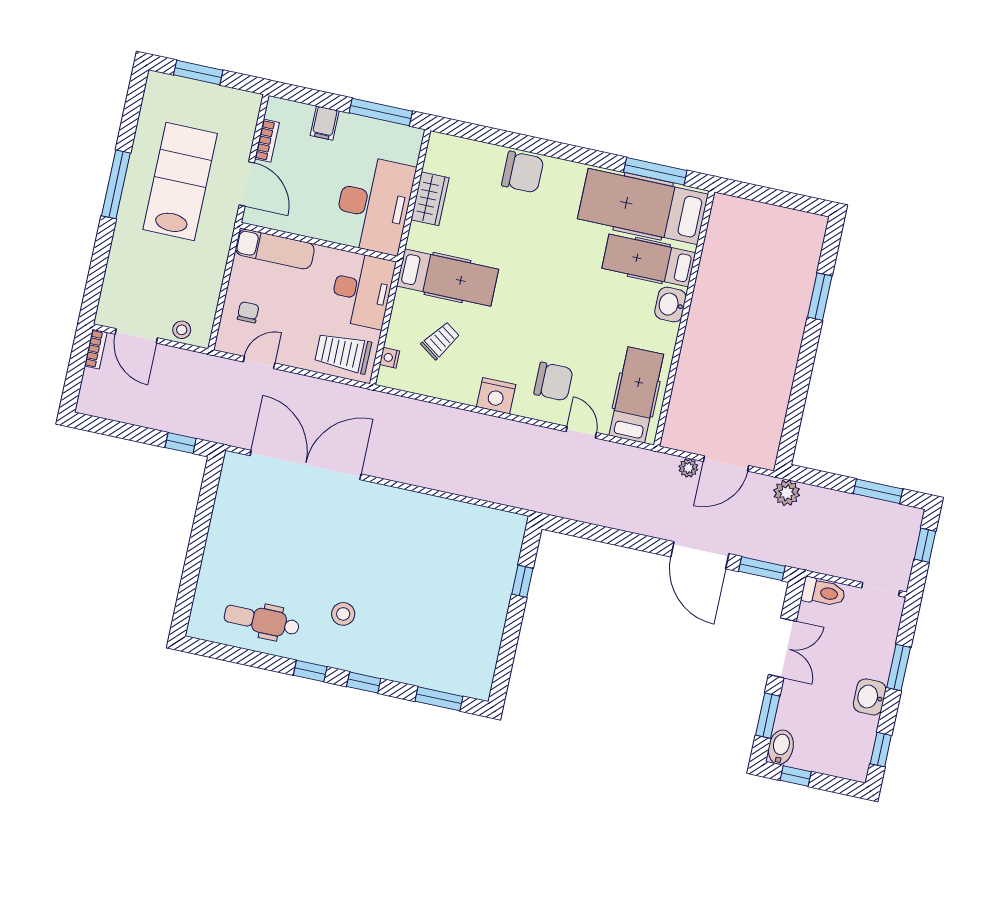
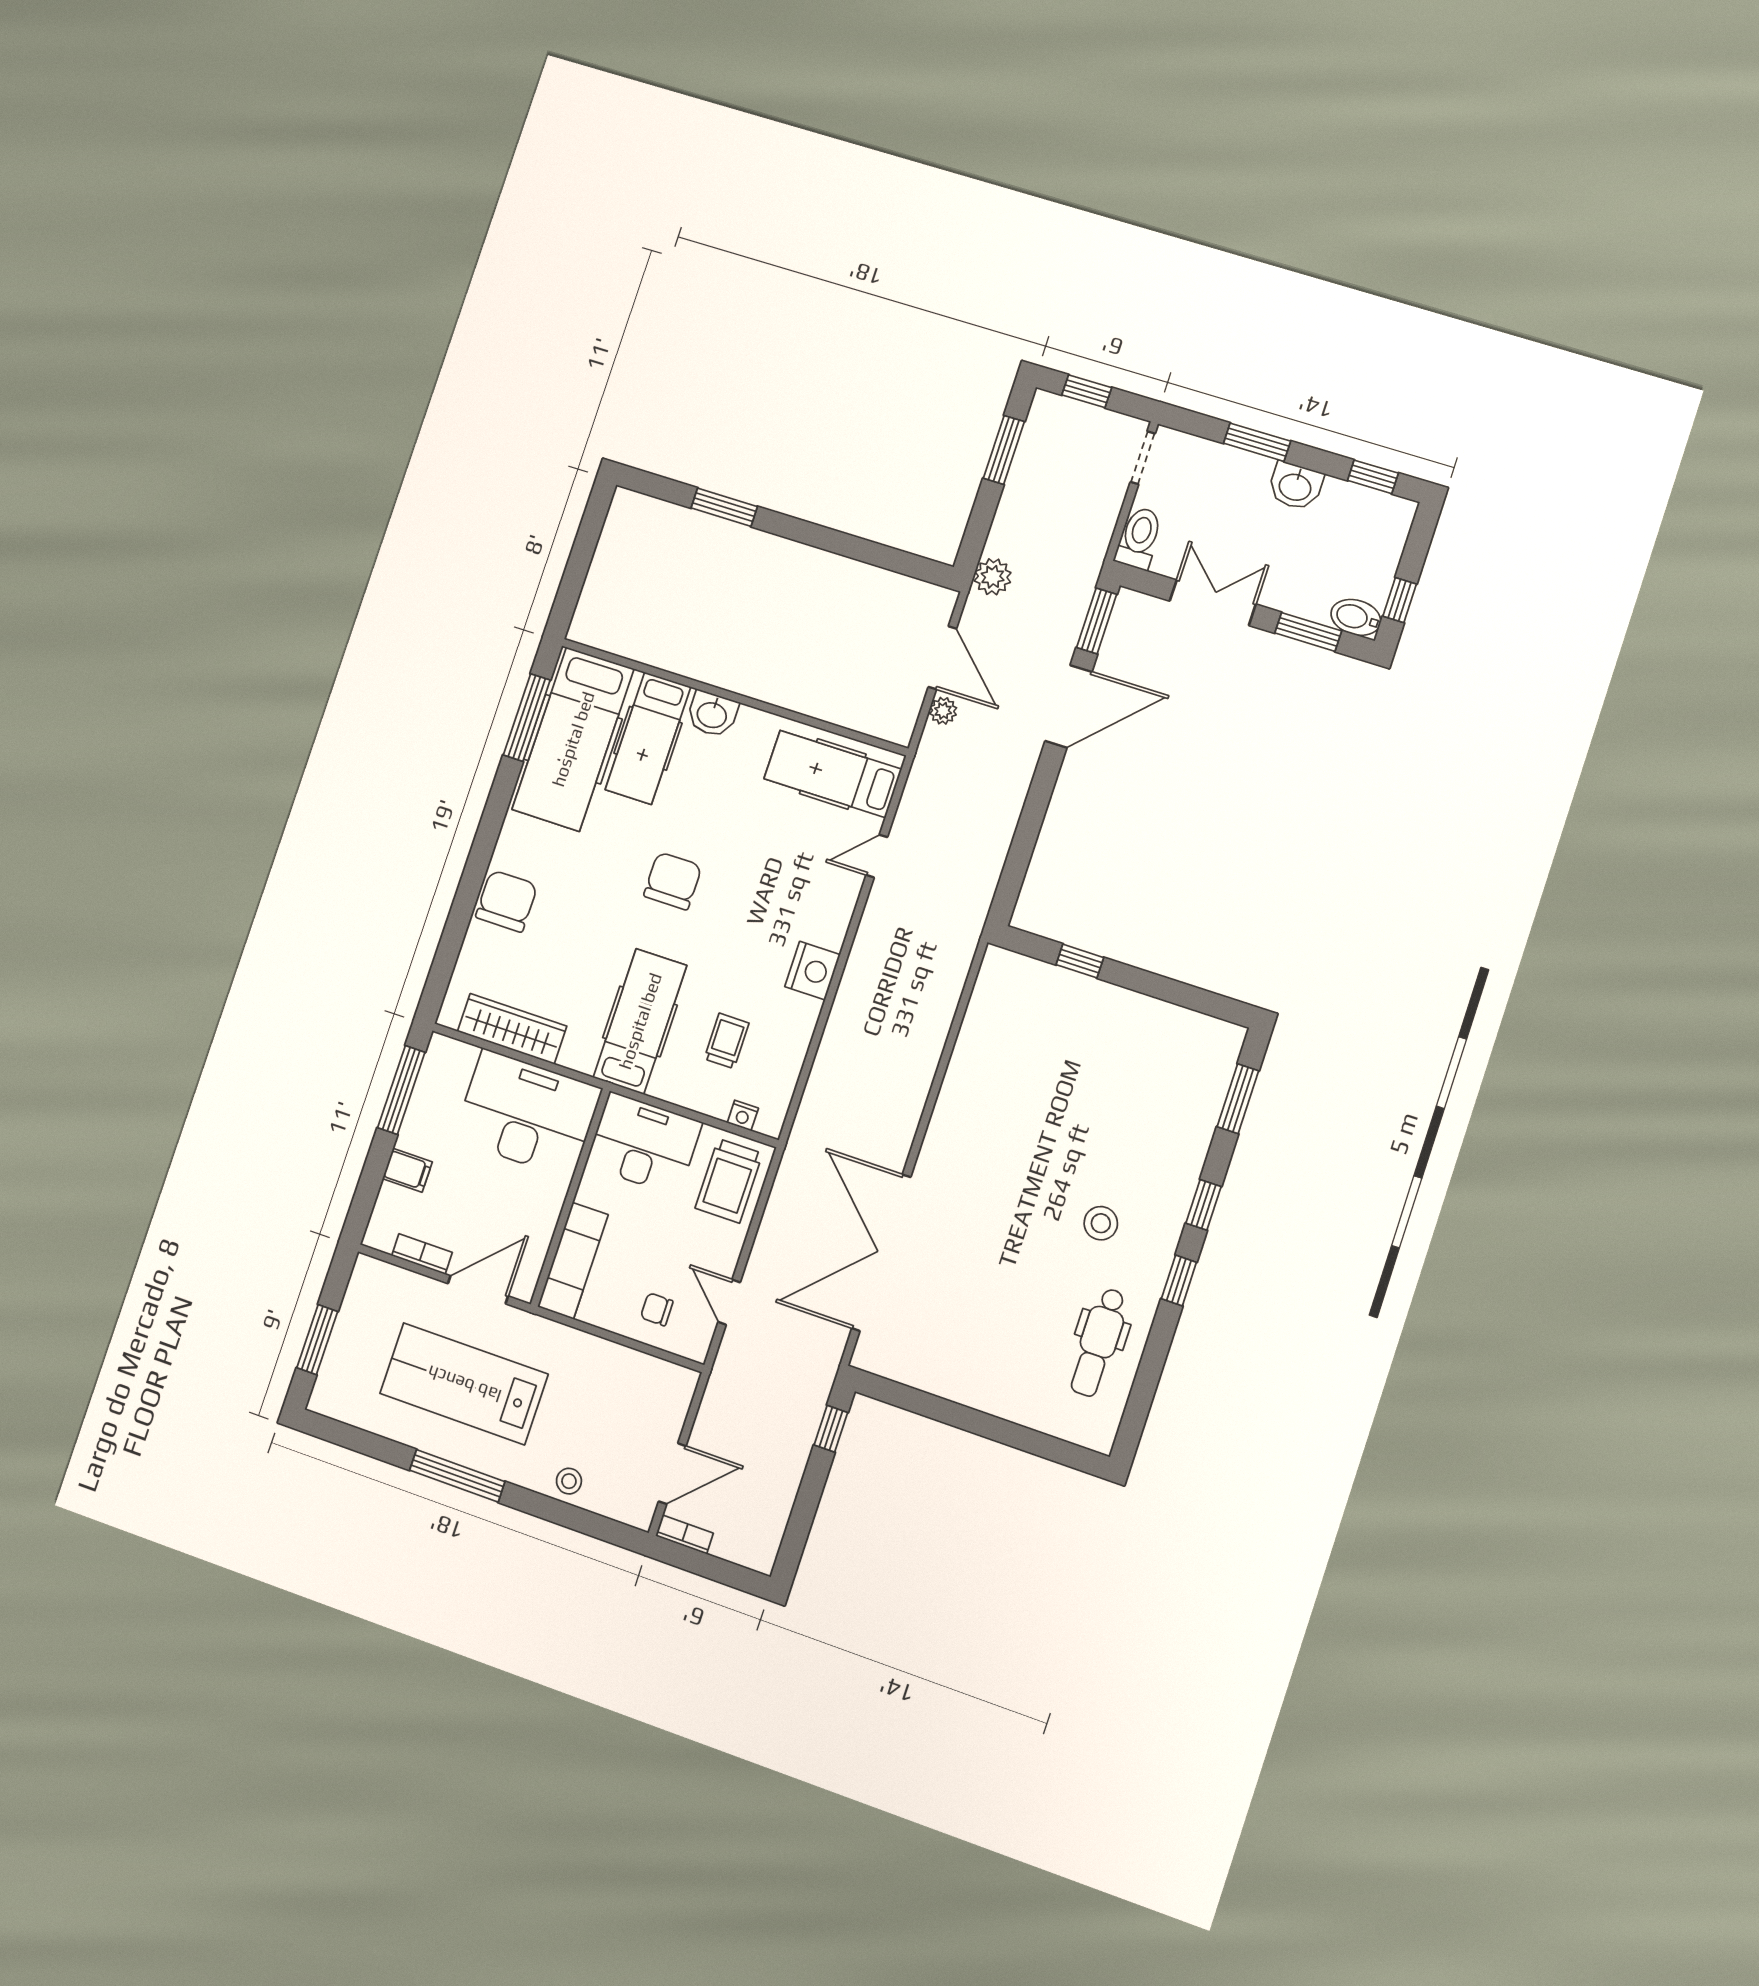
wardrobe: (430, 199) -> (512, 1029), width x1.50
stool: (182, 330) -> (569, 1481), moved
trolley: (440, 341) -> (727, 1041), turned 55
chair: (553, 382) -> (673, 881), moved

